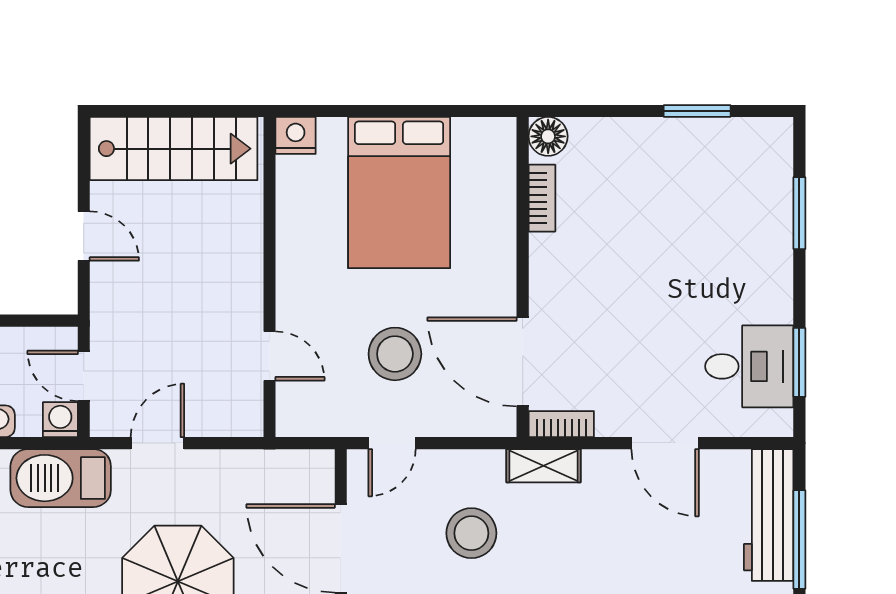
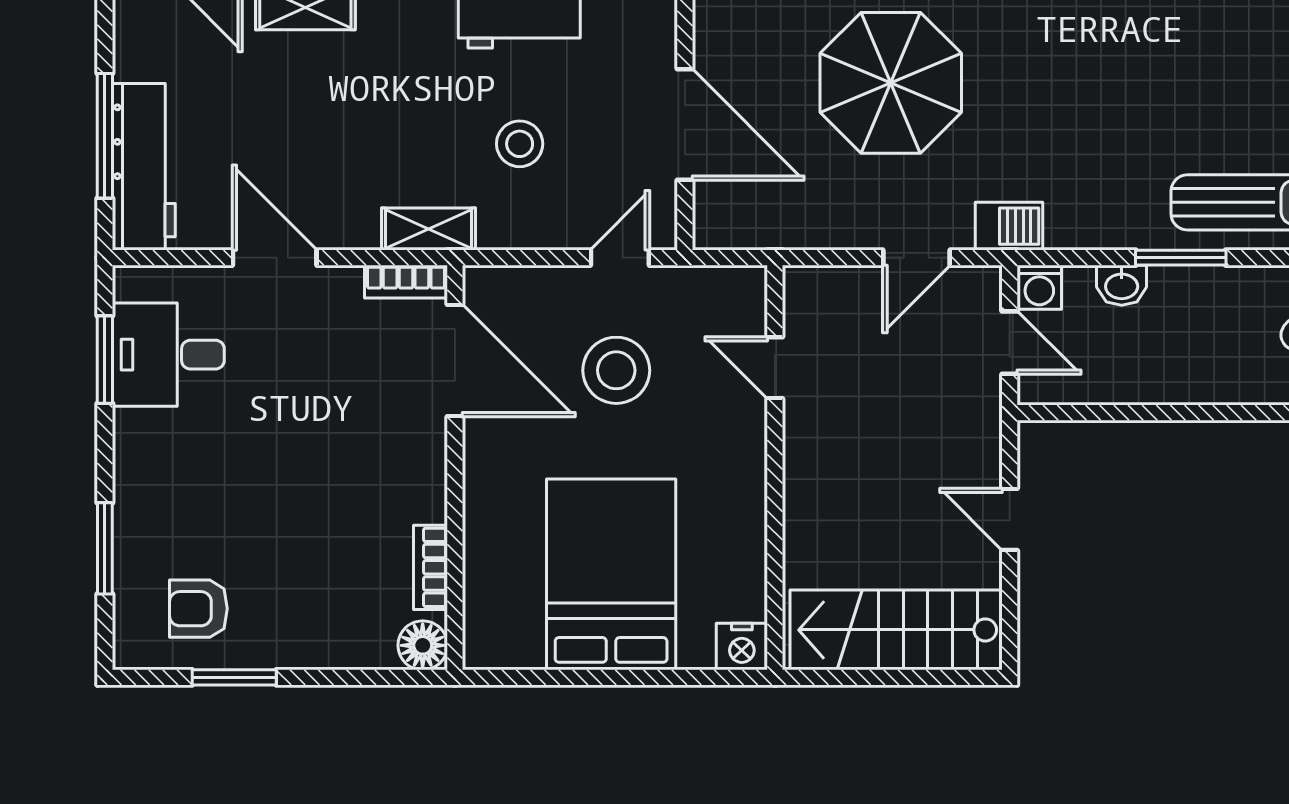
armchair: (725, 165) -> (198, 609), added
barbecue: (61, 478) -> (1009, 226), width x0.53, depth x0.65
stool: (471, 533) -> (520, 144), width x0.73, depth x0.73

